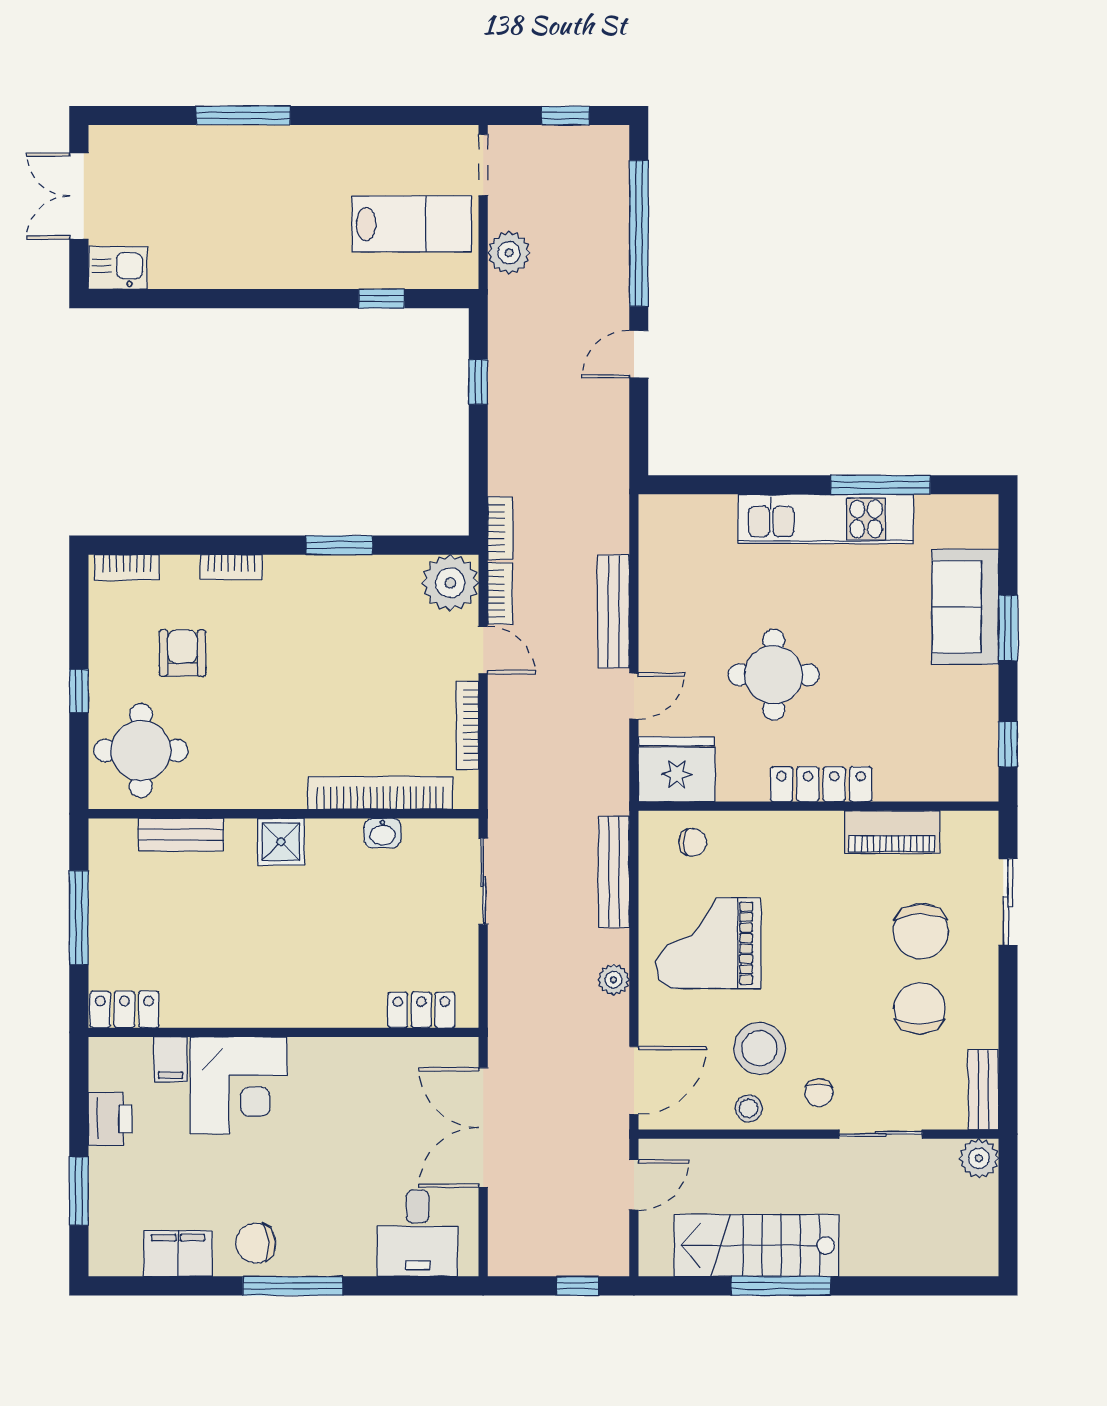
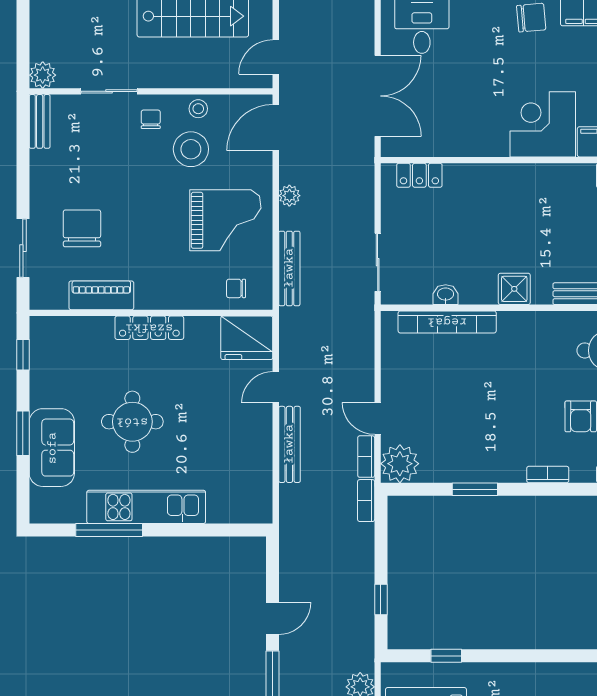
round table: (774, 675) -> (132, 422), moved
bookcase: (467, 725) -> (388, 367), removed
chair: (919, 1008) -> (83, 176), removed

